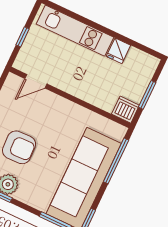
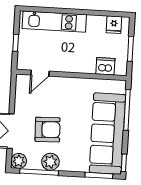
fridge: (118, 51) -> (114, 25), moved
dishwasher: (125, 110) -> (105, 66), moved

